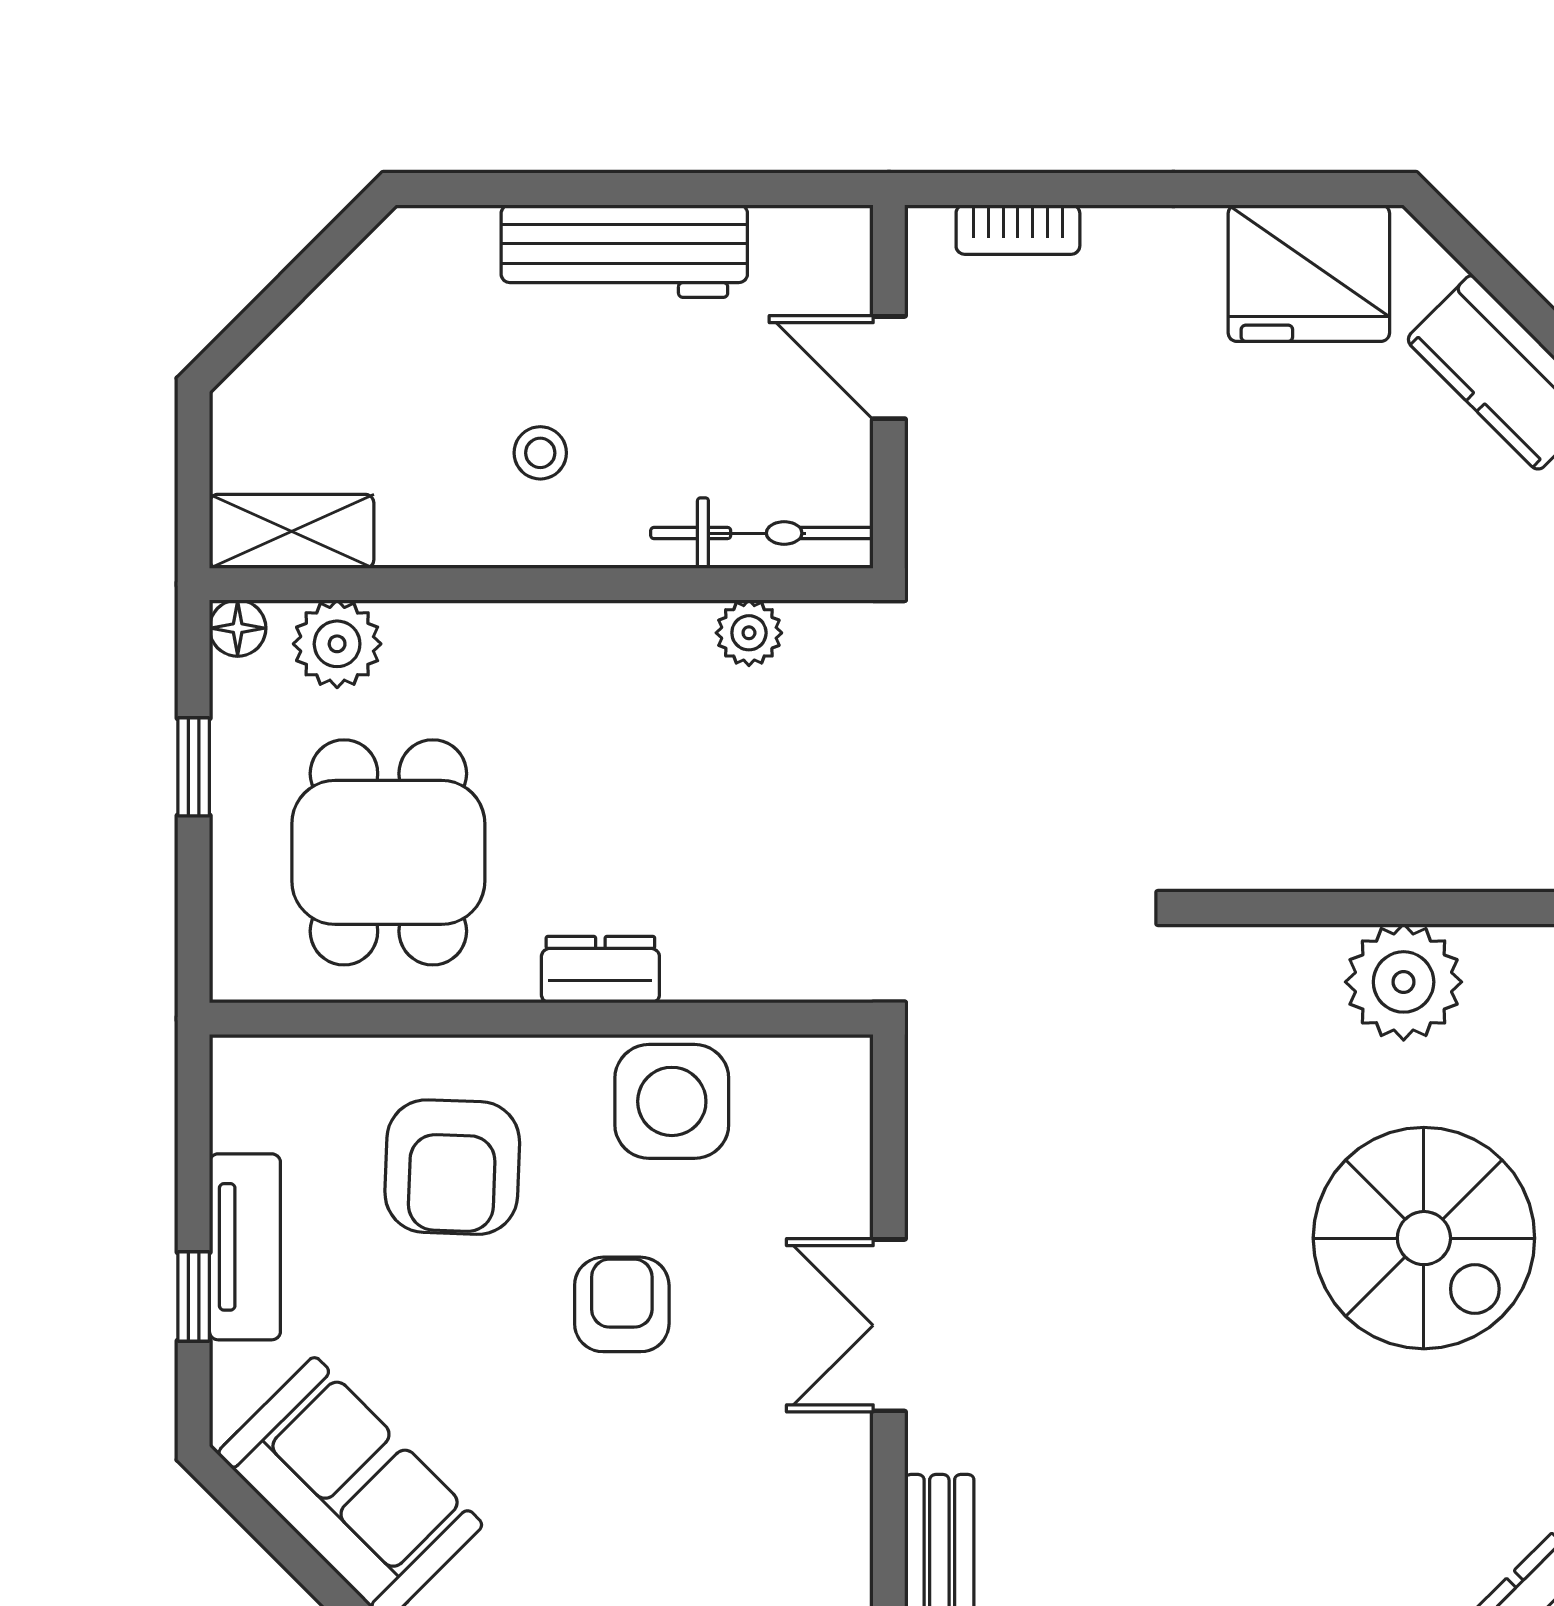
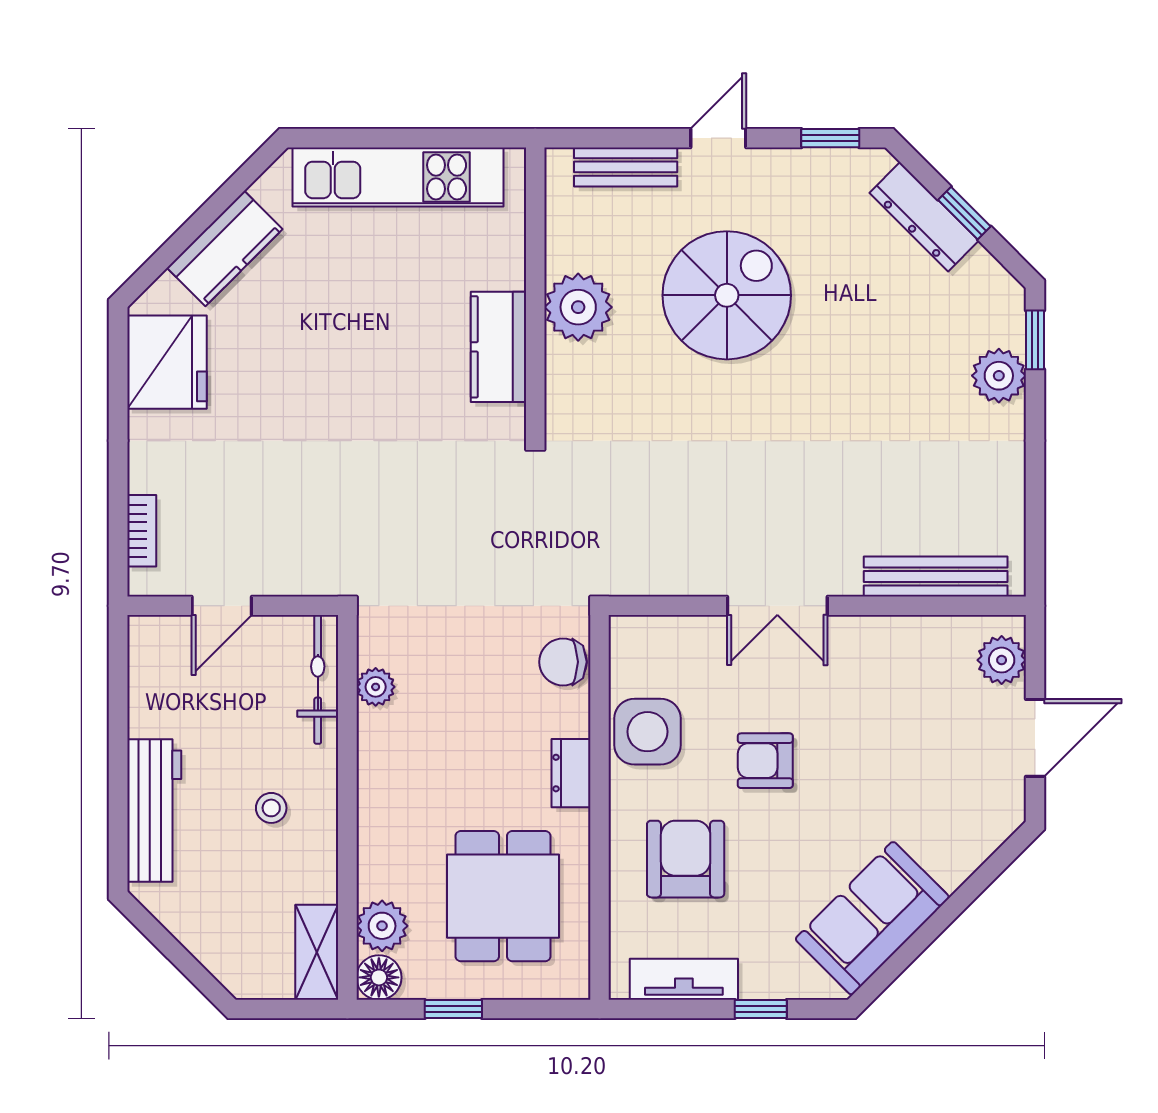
workbench: (624, 251) -> (154, 810), moved
floor lamp: (238, 628) -> (379, 977), width x1.37, depth x1.37
kitchen counter: (1335, 845) -> (499, 347), added
dining table: (388, 852) -> (503, 896), turned 90
chair: (792, 956) -> (563, 662), added
armchair: (452, 1167) -> (686, 859), turned -92
tv unit: (245, 1247) -> (684, 979), moved

